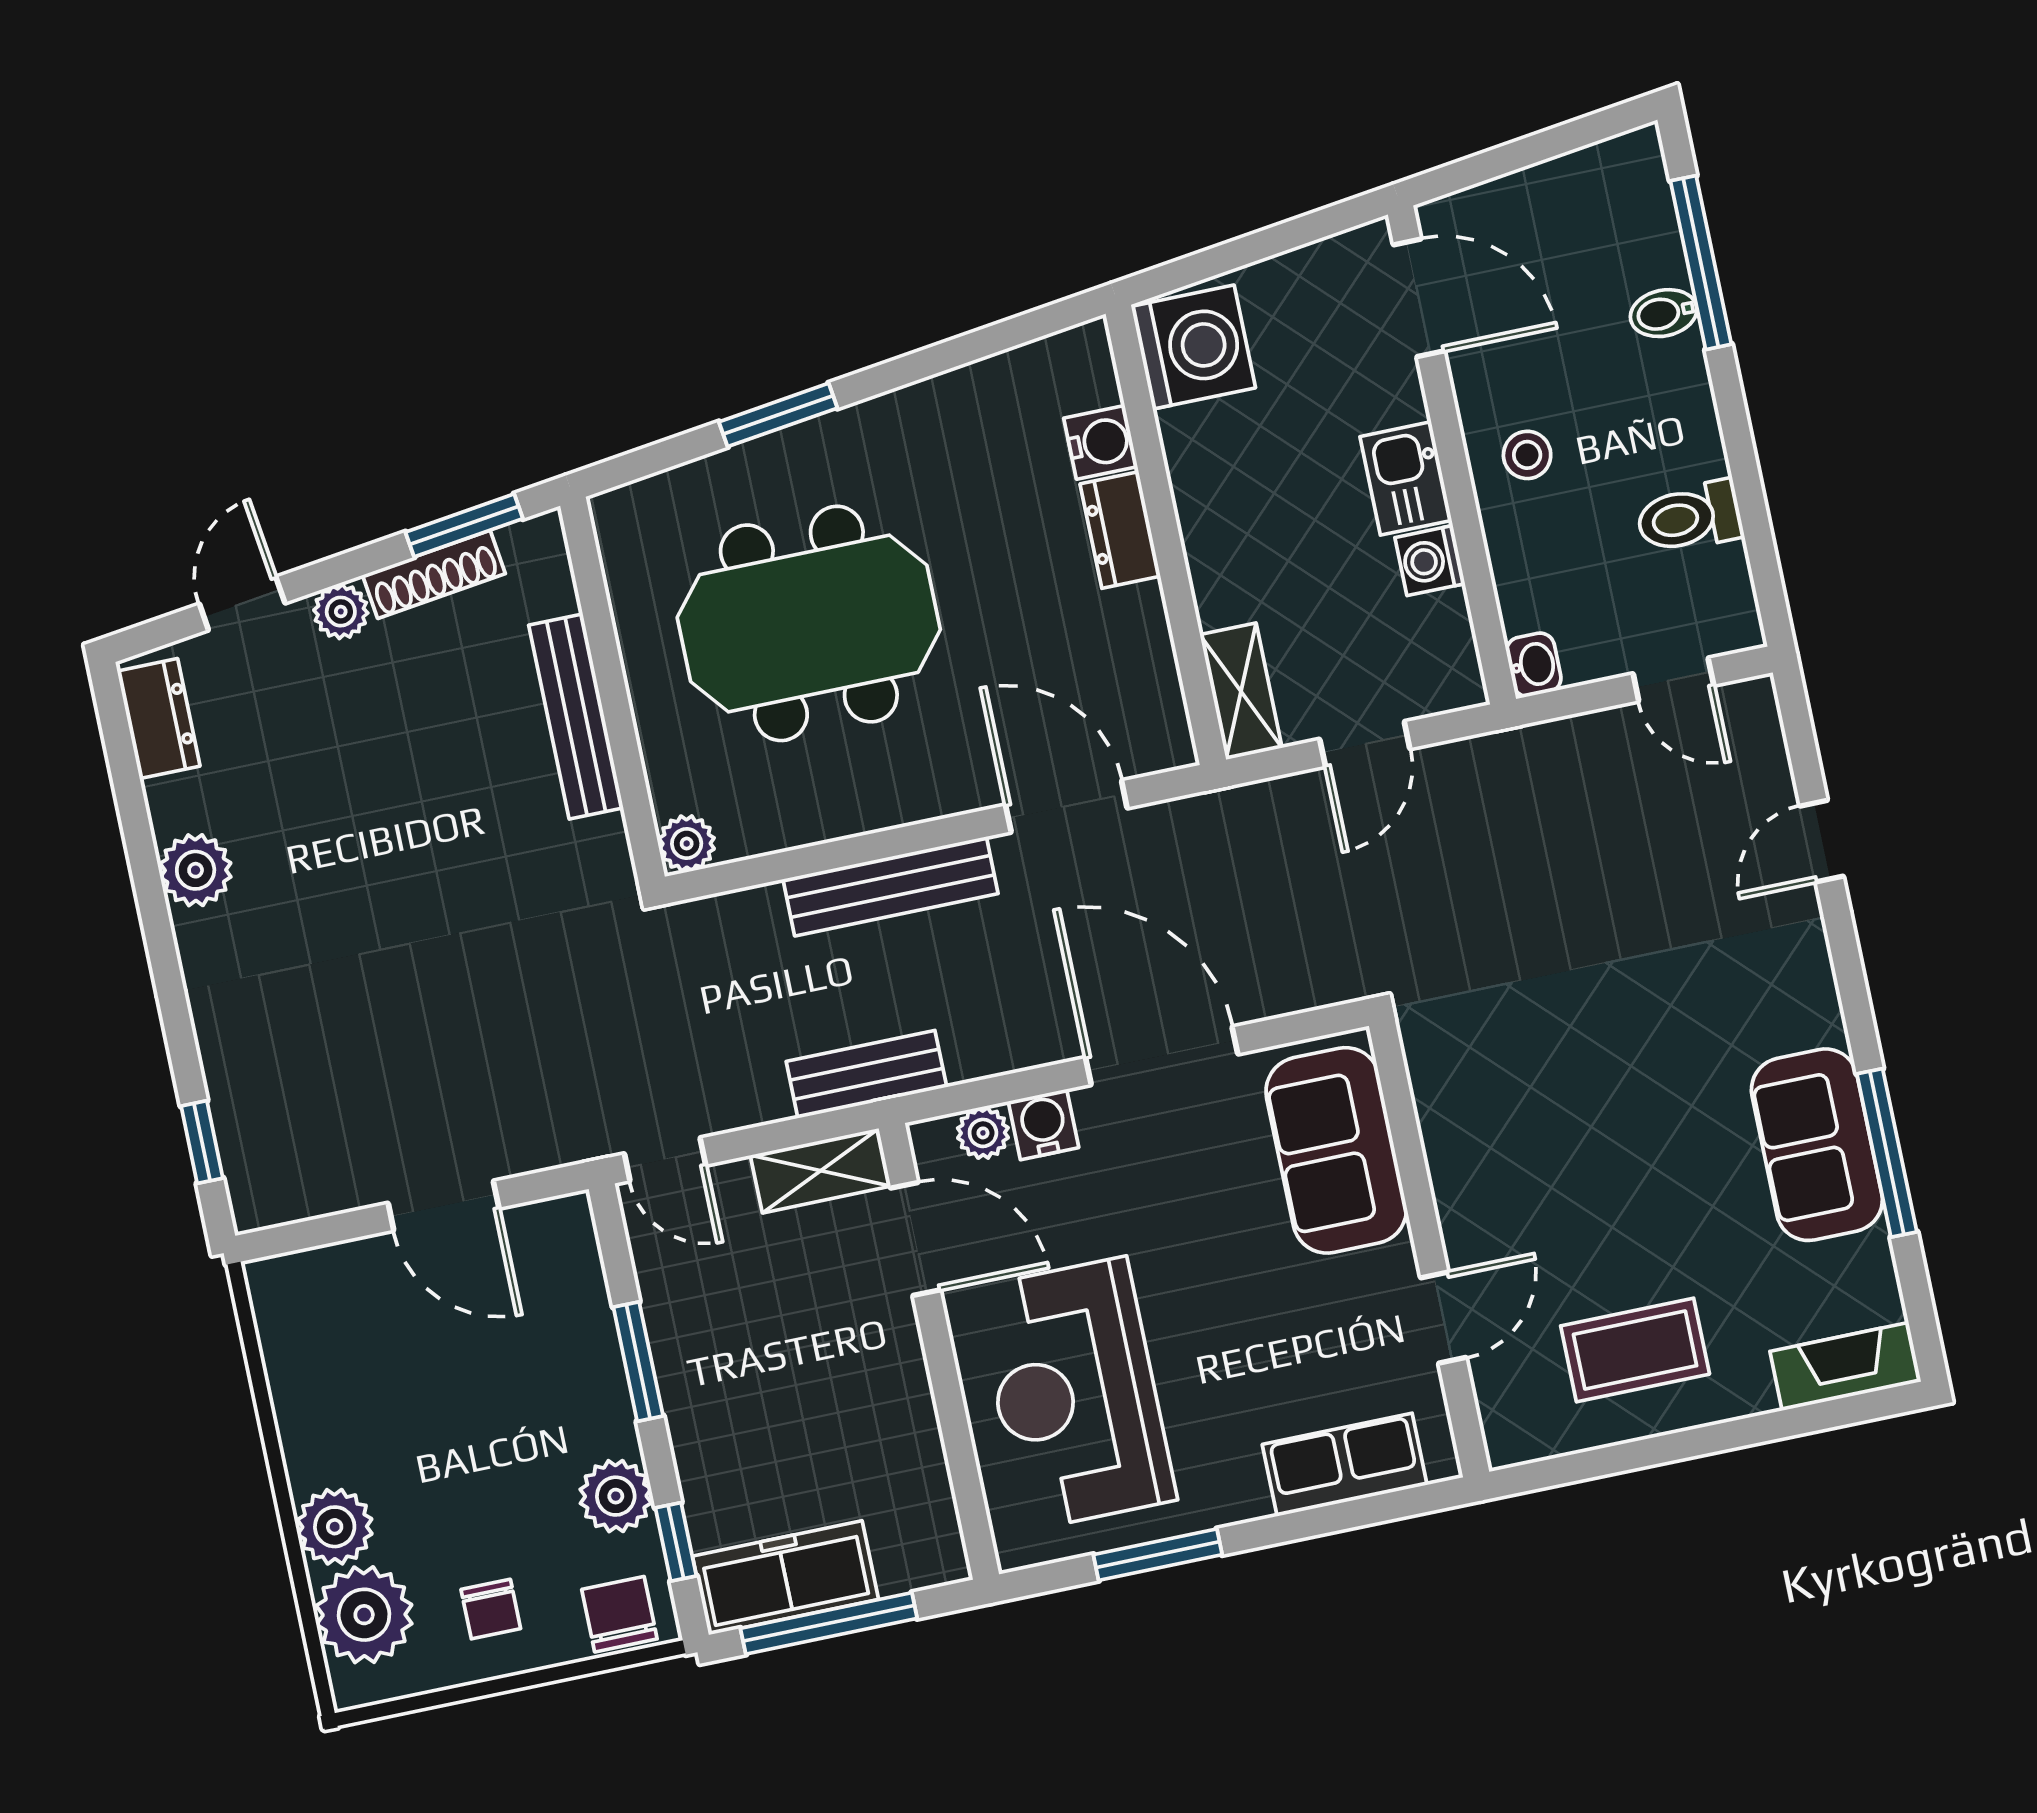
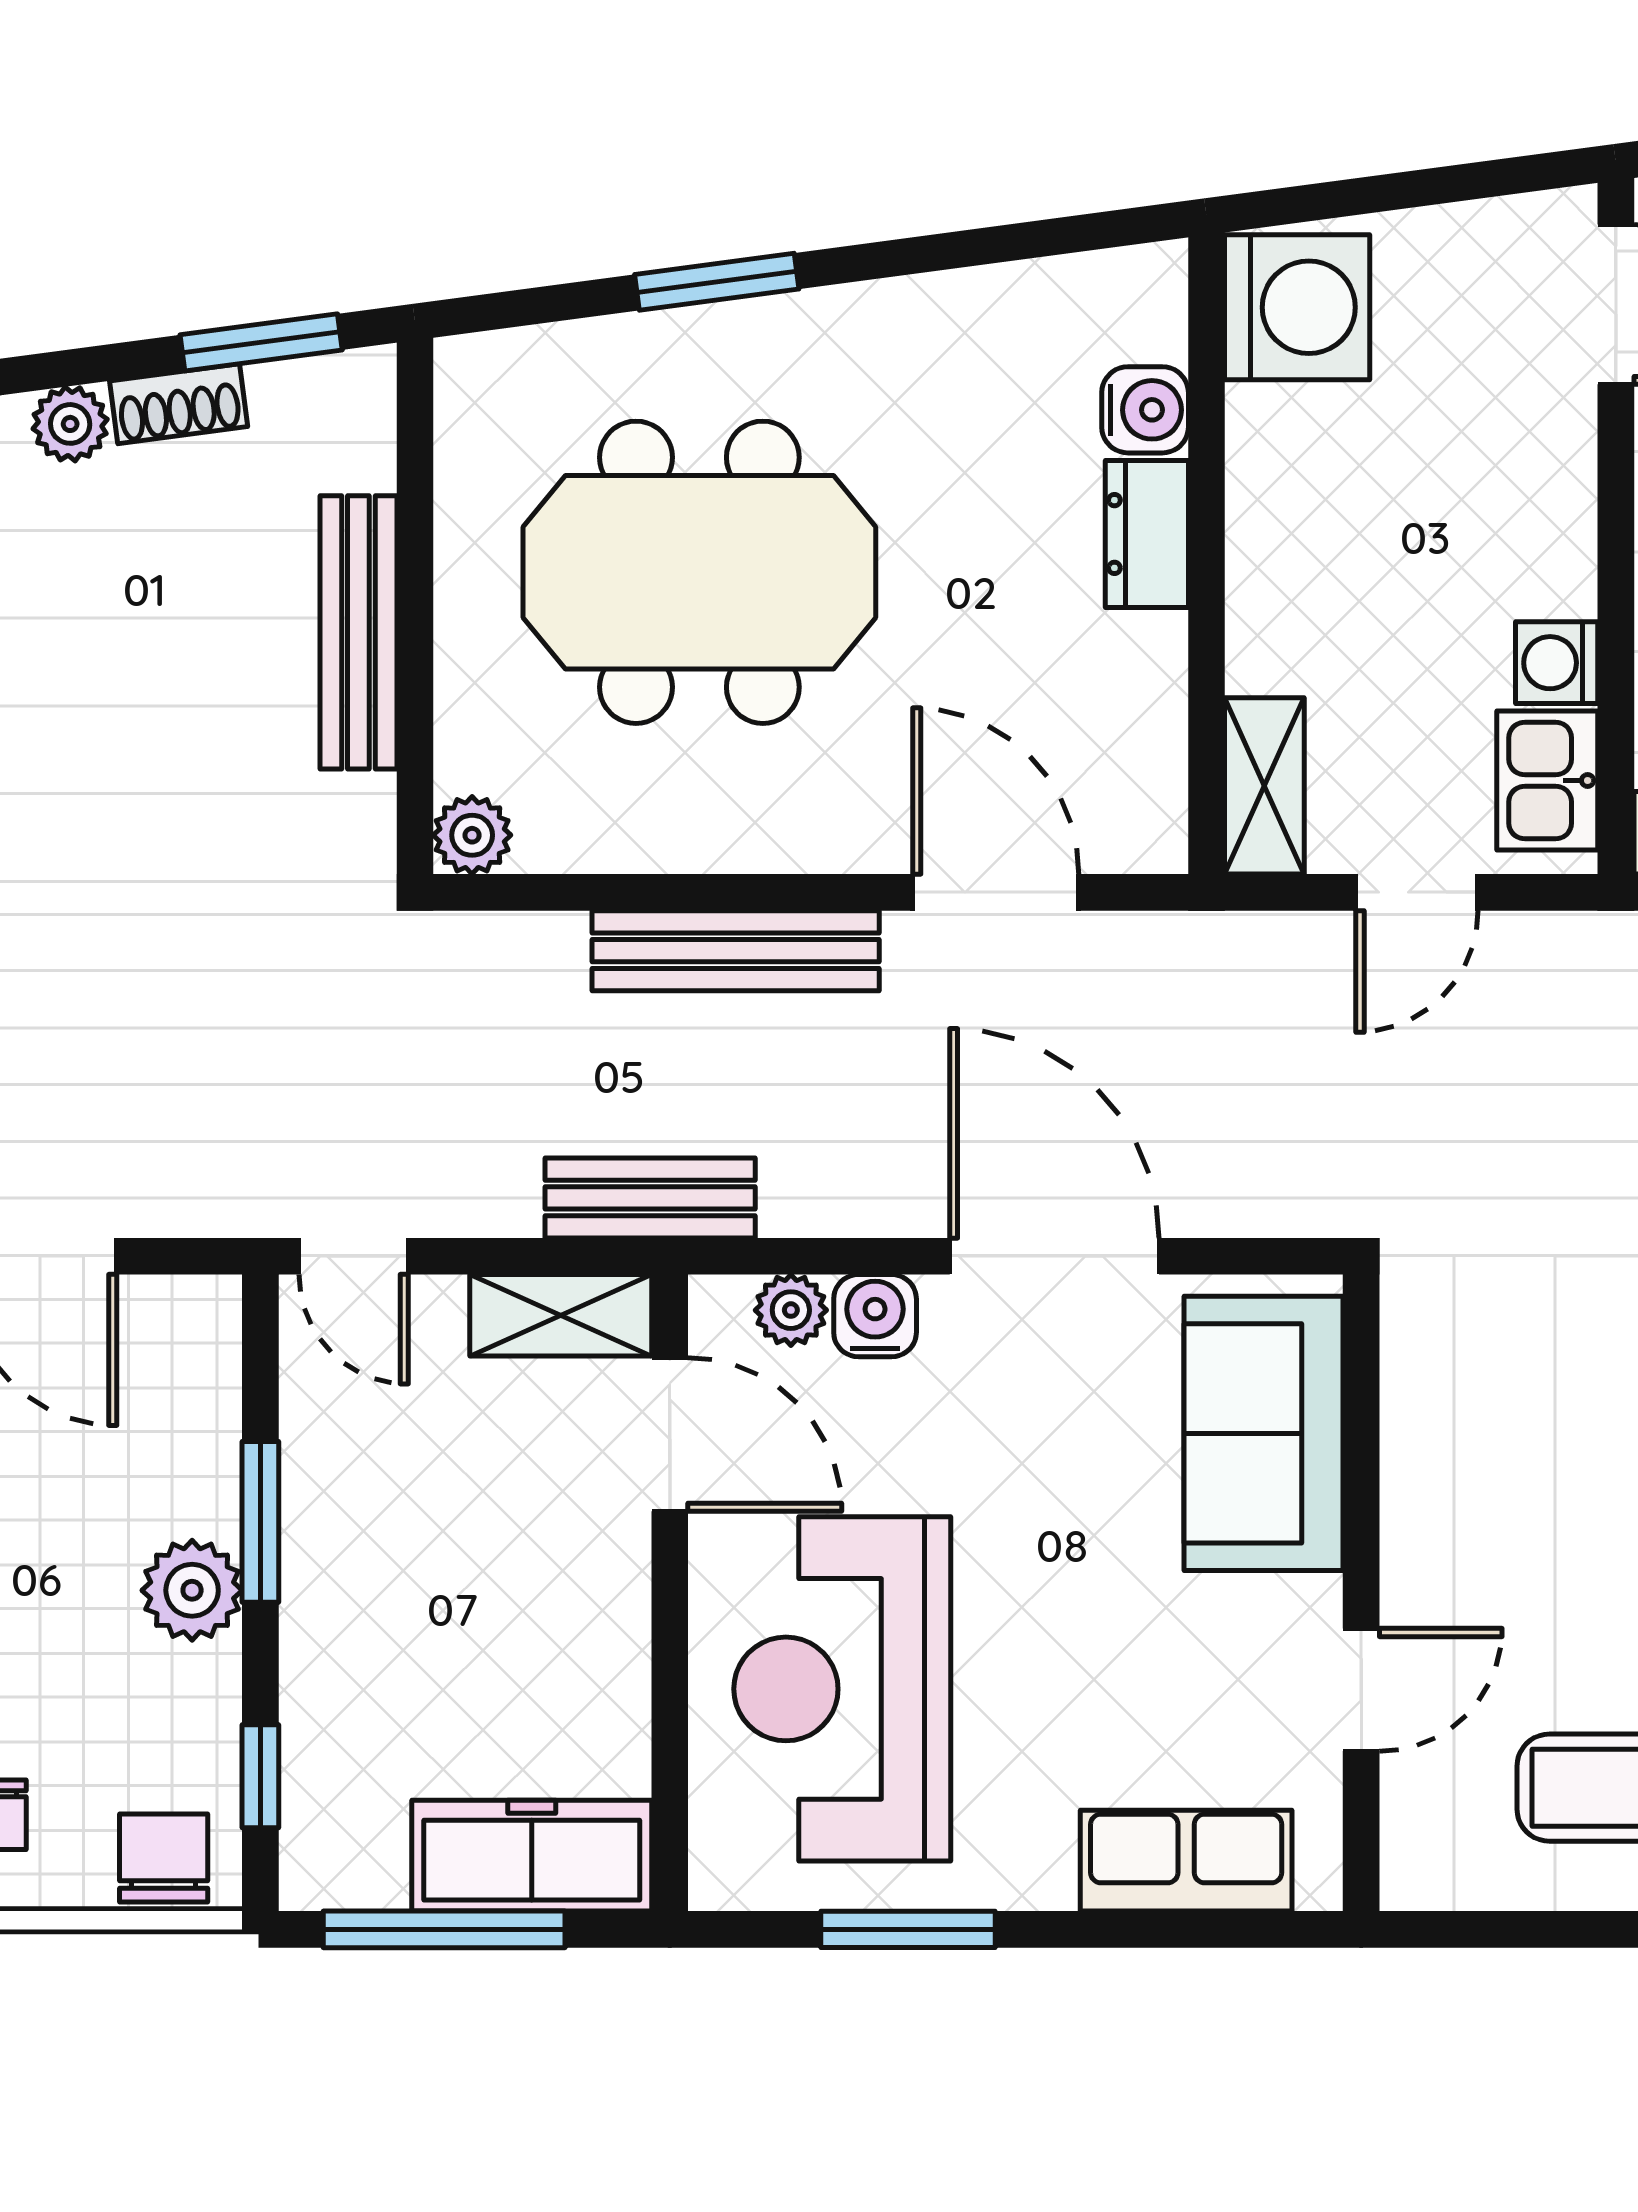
kitchen sink: (1406, 478) -> (1547, 780), moved
shoe rack: (434, 574) -> (179, 404), width x0.70
plant: (616, 1496) -> (192, 1590), moved
freezer: (785, 1578) -> (532, 1856), moved

